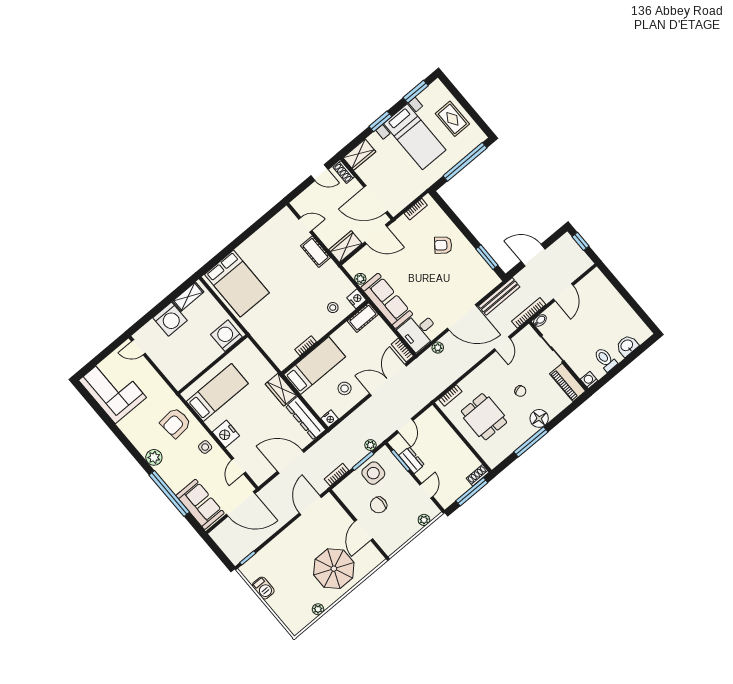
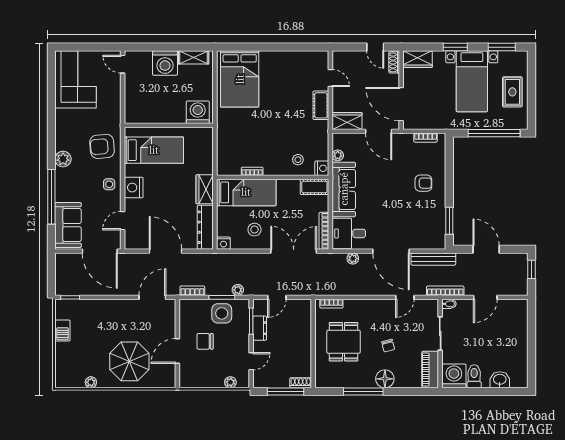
armchair: (443, 245) -> (423, 183), turned 142
bookcase: (402, 350) -> (324, 231), width x1.56
washing machine: (589, 380) -> (454, 376), width x1.89, depth x1.89

